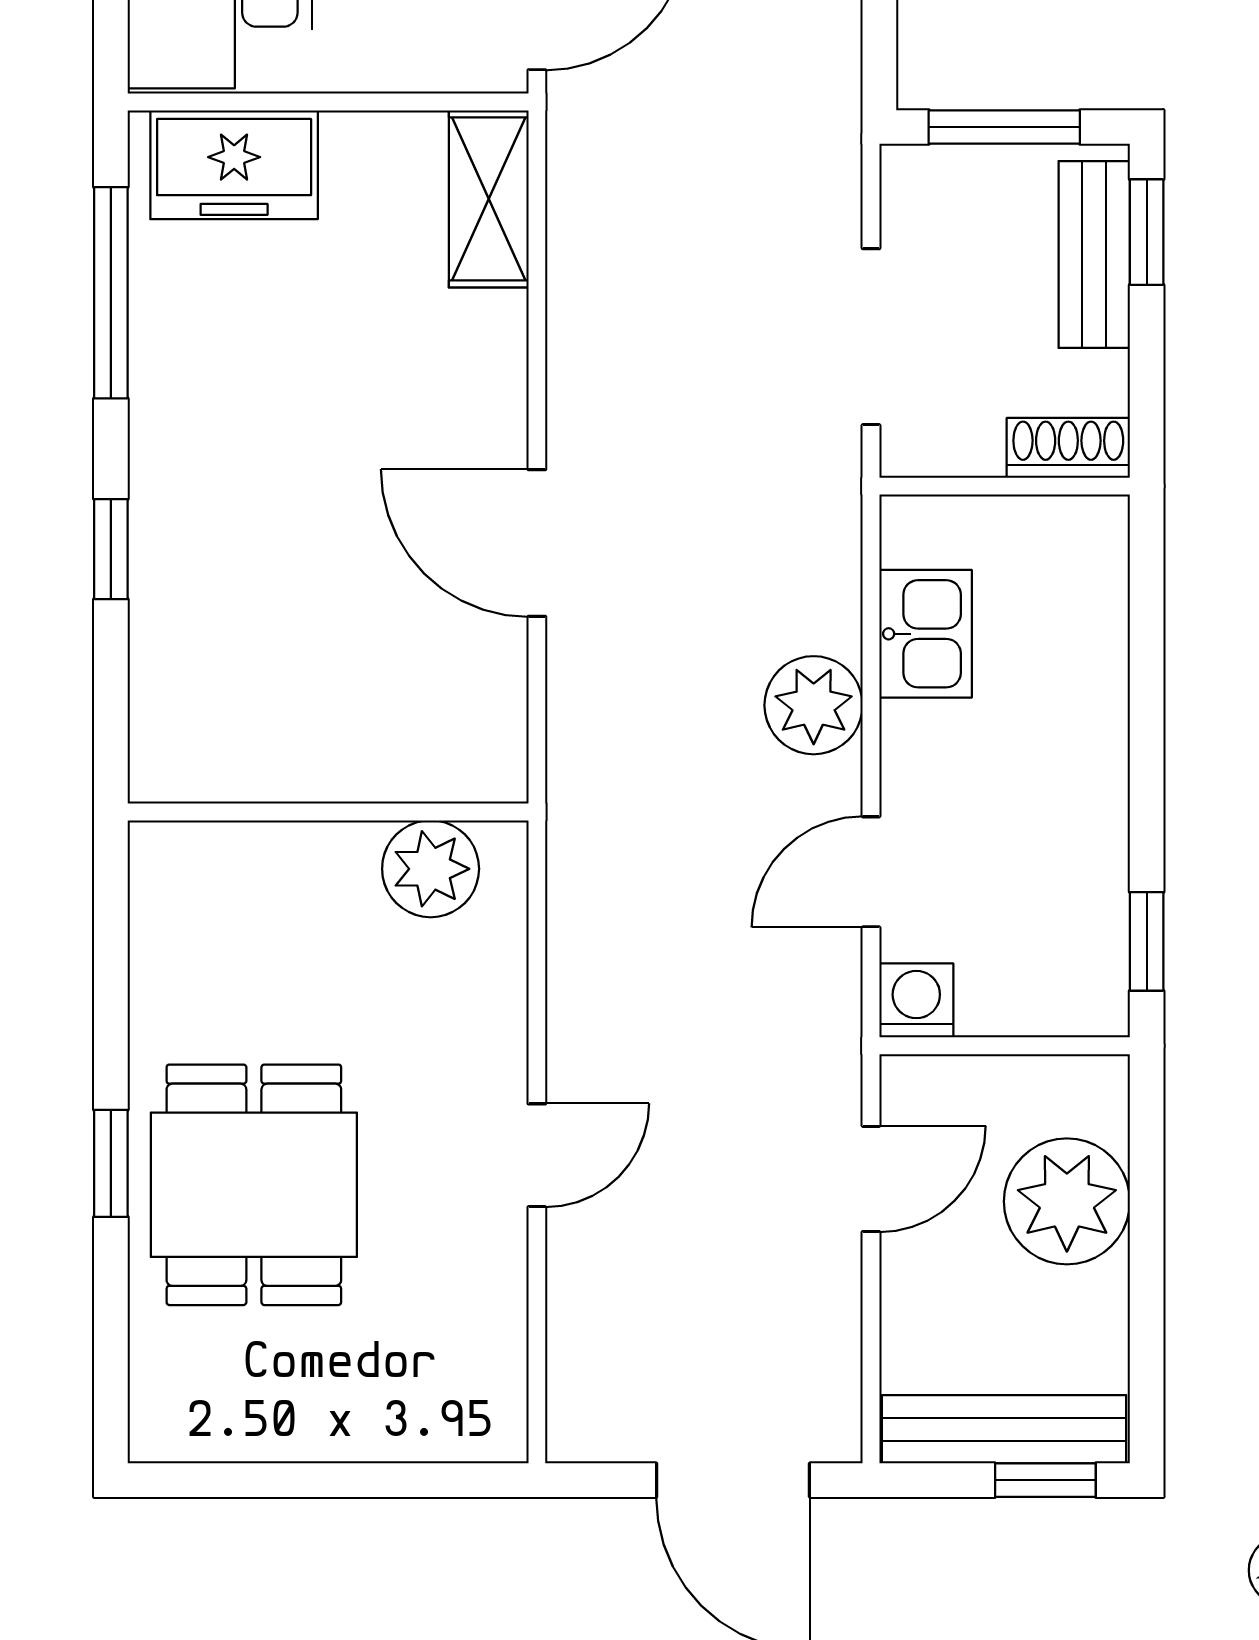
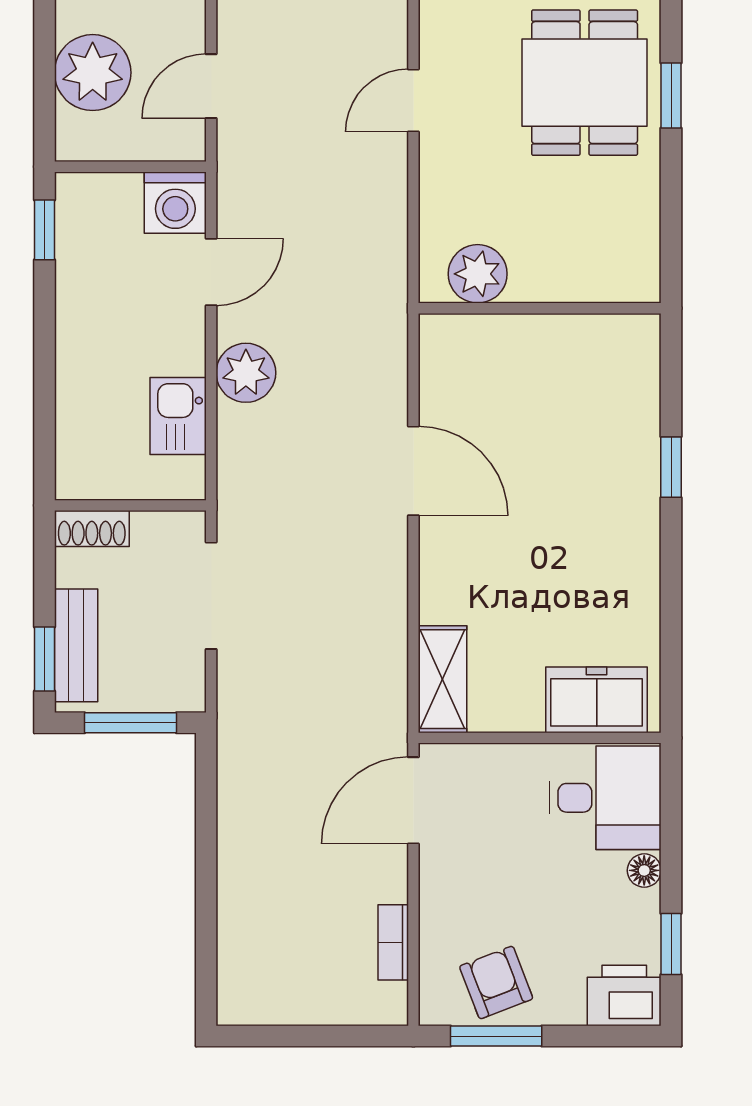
window: (111, 293) -> (671, 622), removed
washing machine: (916, 1000) -> (175, 203), width x1.38, depth x1.38

